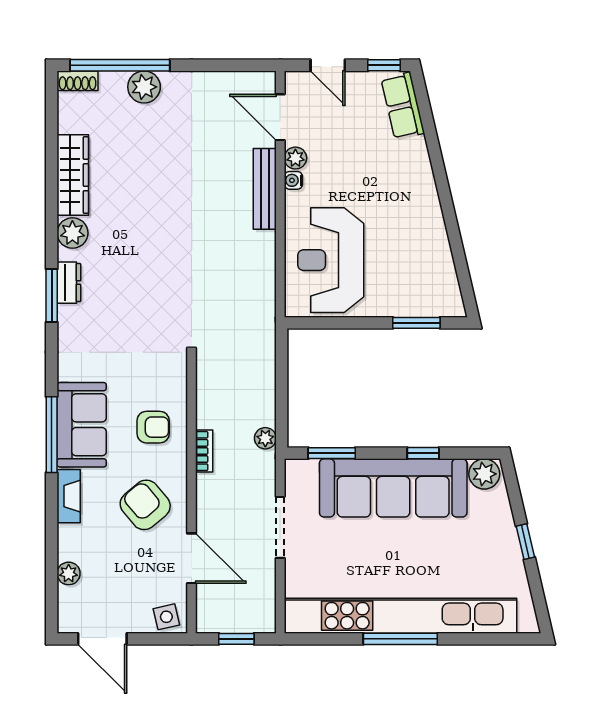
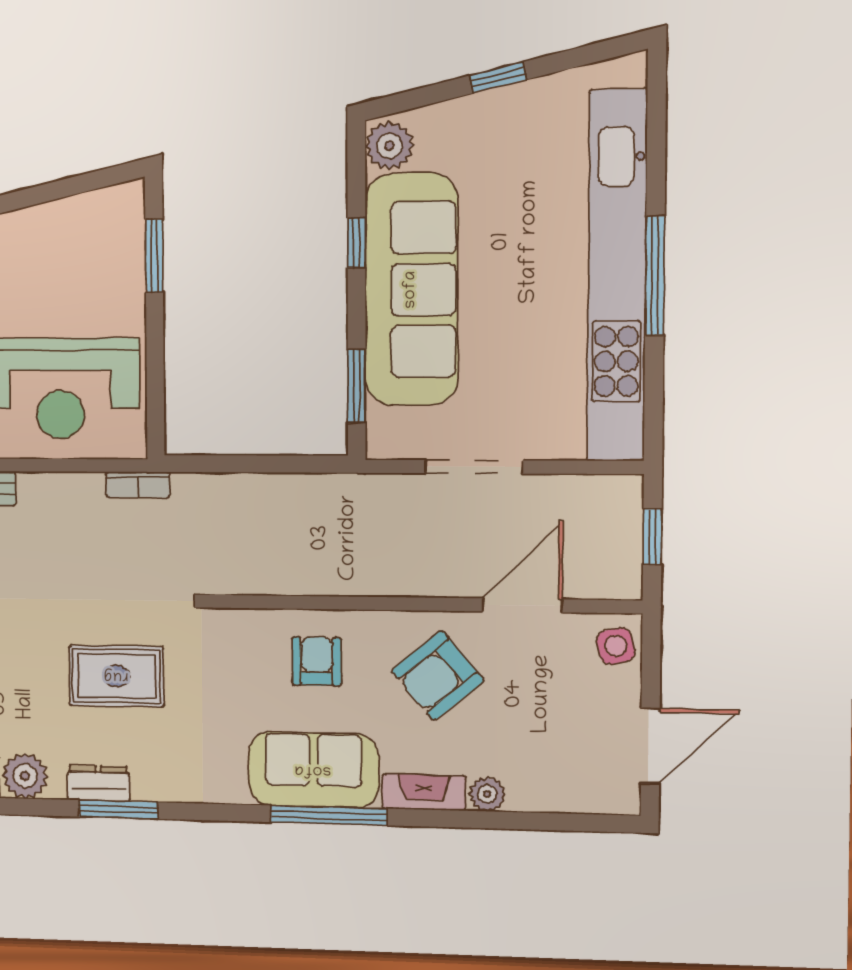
rug: (141, 295) -> (116, 676), added
plant: (265, 438) -> (334, 489), removed
bookcase: (204, 451) -> (138, 485), moved, turned 180
plant: (69, 573) -> (487, 794), moved

